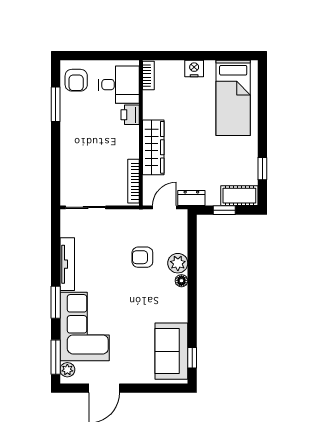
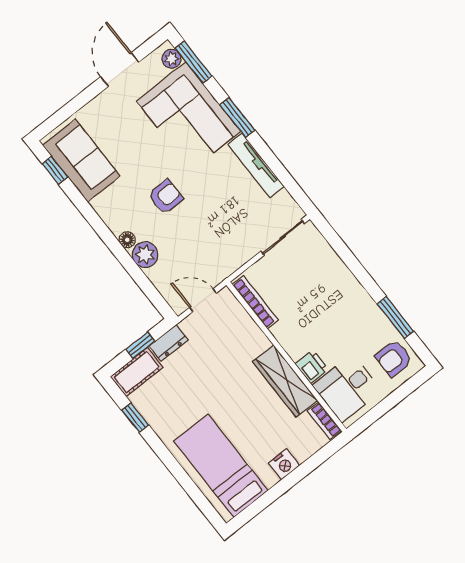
armchair: (76, 80) -> (394, 358), turned -90
wardrobe: (153, 147) -> (285, 381), moved
dresser: (191, 198) -> (169, 343), moved
door: (164, 207) -> (203, 300), swing flipped
armchair: (142, 257) -> (166, 197), moved

